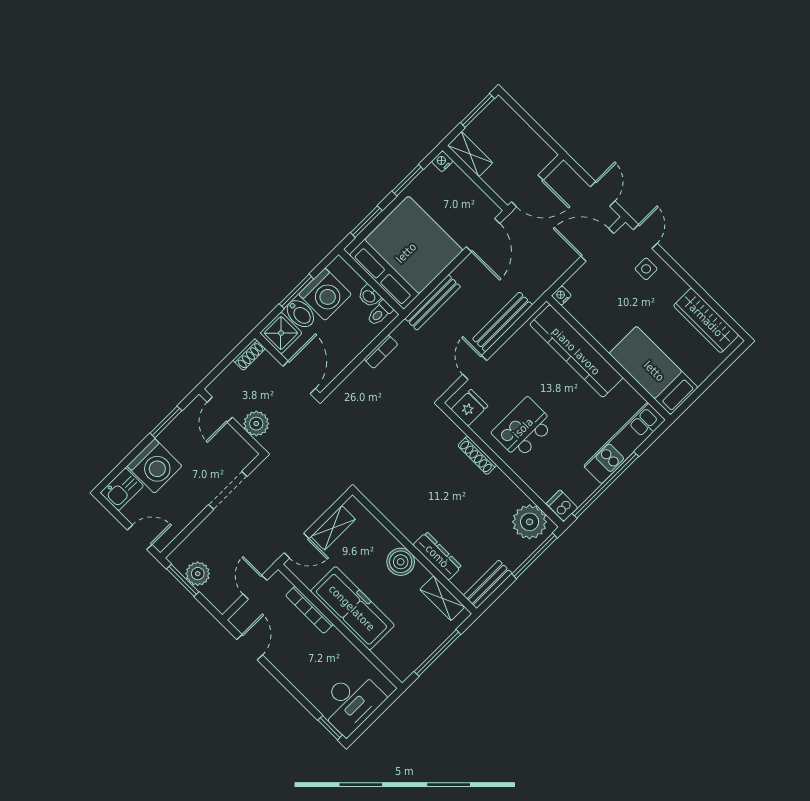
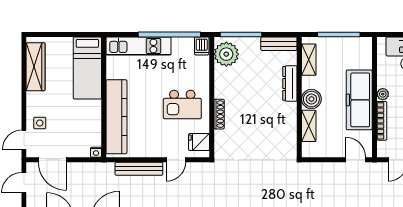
shelving: (333, 528) -> (309, 126), moved, turned 90
plant: (335, 637) -> (383, 94), added

